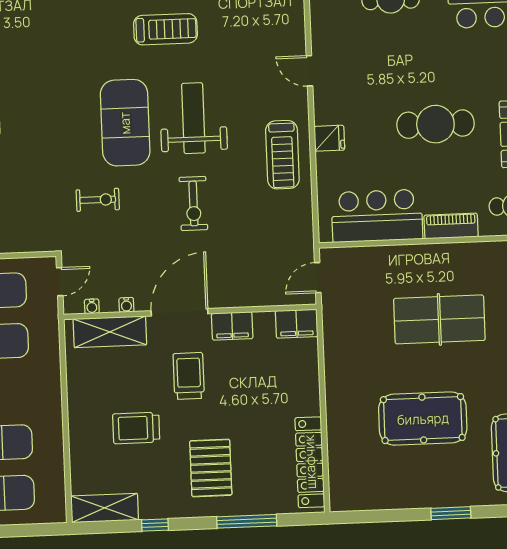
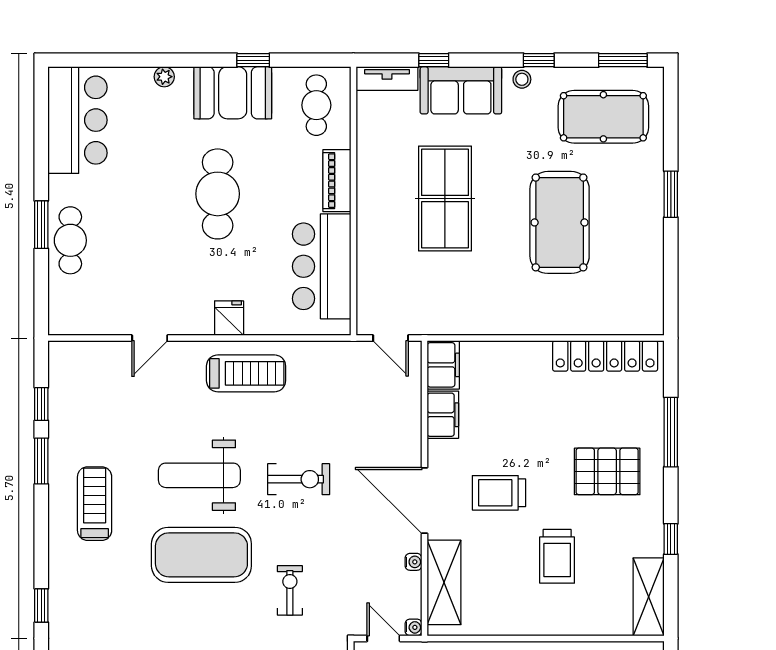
water cooler: (92, 306) -> (414, 627), moved
filing cabinet: (232, 326) -> (443, 415), moved

